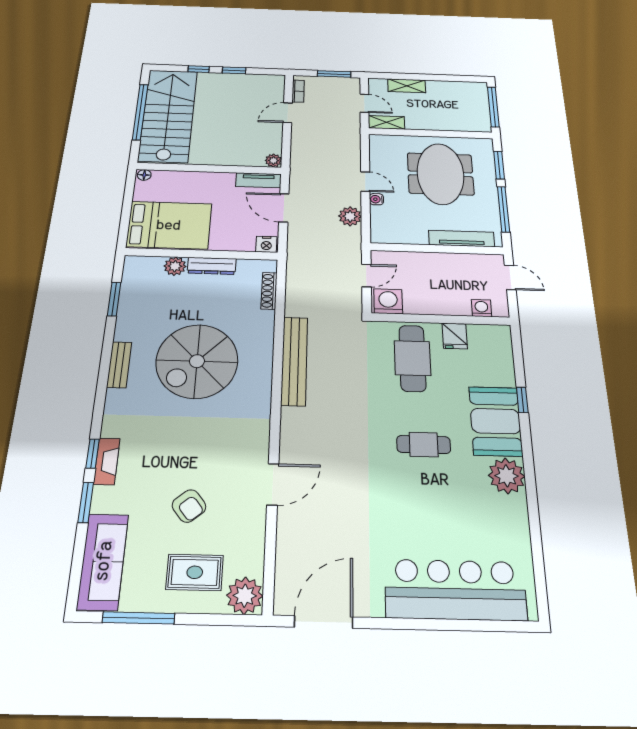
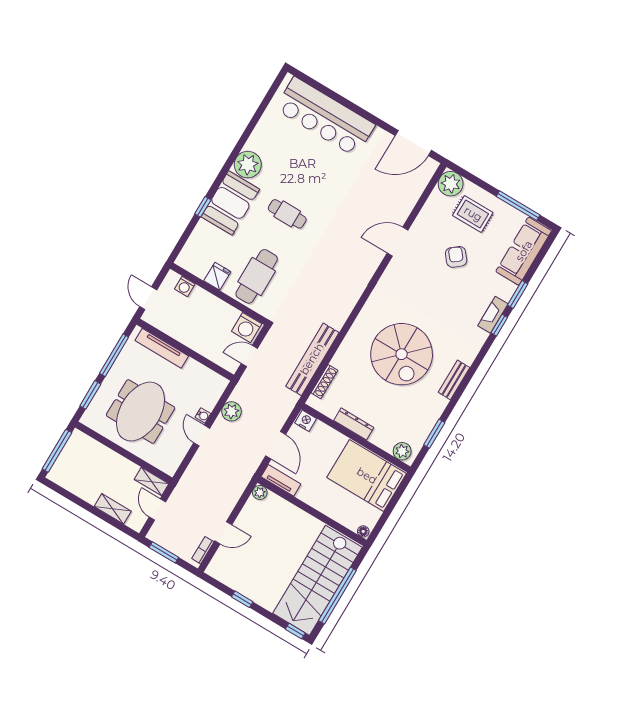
window: (199, 69) -> (295, 631), moved
plant: (175, 266) -> (402, 451), moved
spiral stairs: (197, 361) -> (402, 354), turned 90
bench: (294, 361) -> (312, 359), moved

